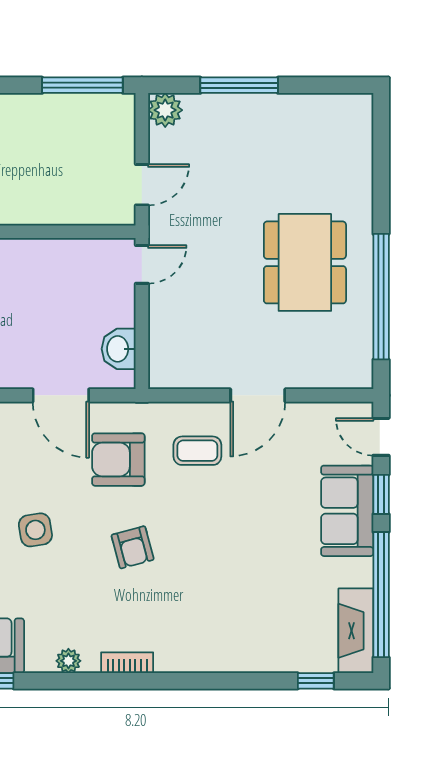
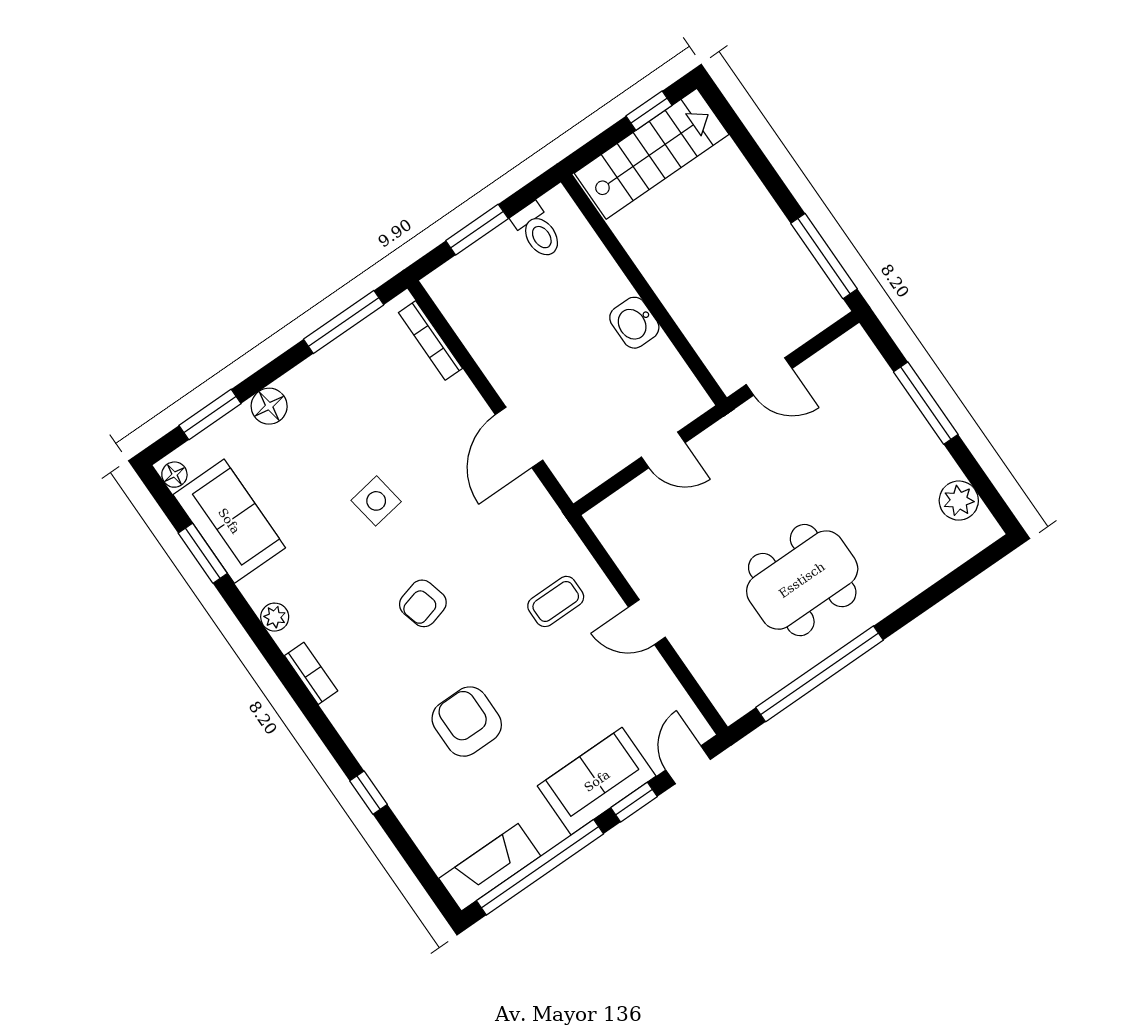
plant: (165, 110) -> (959, 501), moved
door: (142, 264) -> (663, 450), moved
washbasin: (119, 349) -> (634, 323), moved, turned -90
door: (258, 395) -> (647, 622), width x0.73
coffee table: (197, 451) -> (556, 601), turned 90
armchair: (118, 460) -> (467, 722), moved
window: (316, 681) -> (369, 793), moved

